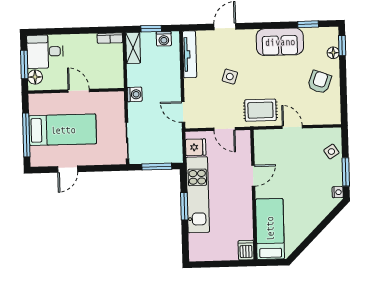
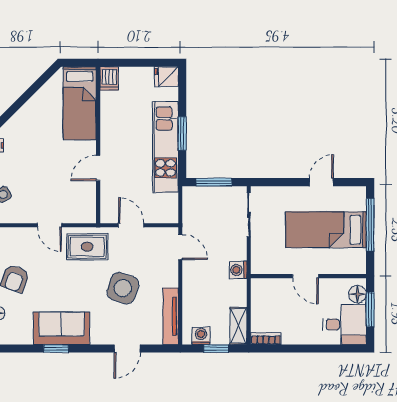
window: (308, 24) -> (56, 349), moved
side table: (230, 77) -> (123, 288), width x1.87, depth x1.87
fridge: (196, 147) -> (166, 77), moved

